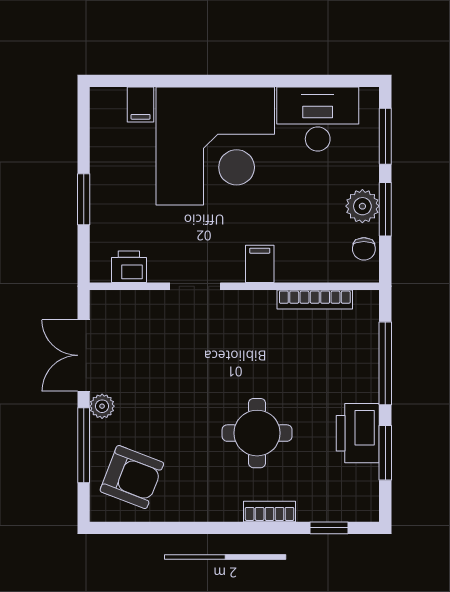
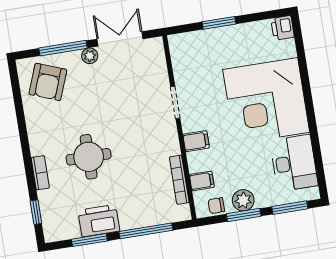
filing cabinet: (141, 105) -> (202, 181), moved, turned 180
printer: (129, 267) -> (283, 28), moved, turned 180

